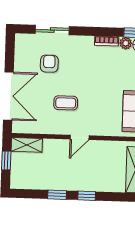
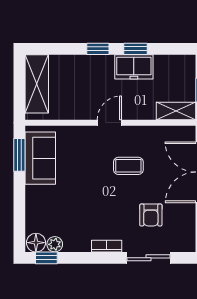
bookcase: (107, 41) -> (107, 246), moved
freezer: (59, 181) -> (134, 67), added

